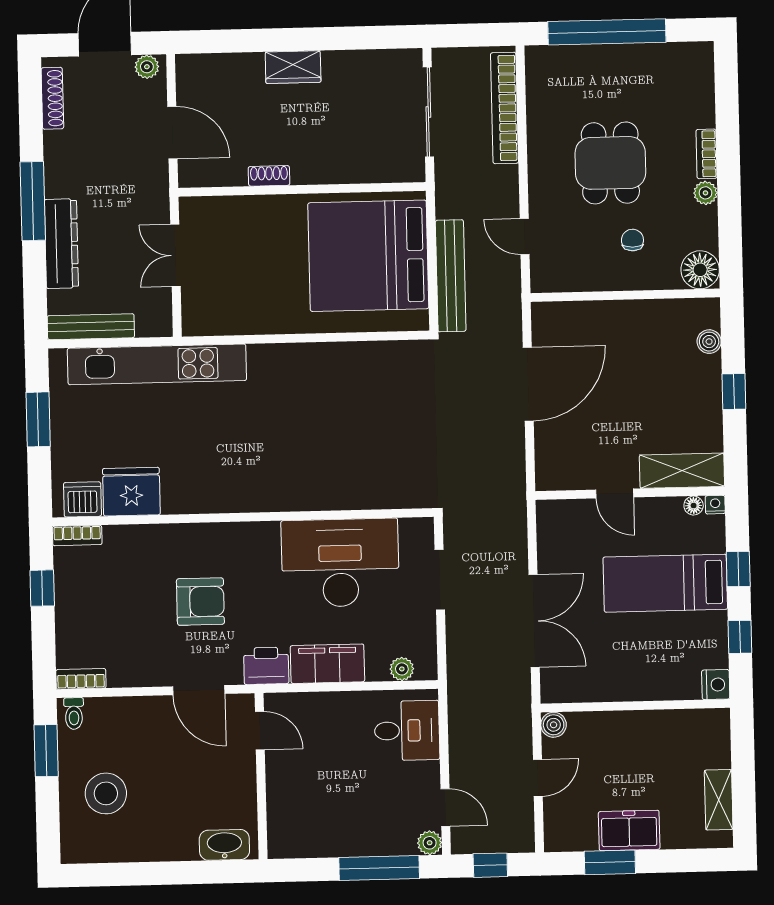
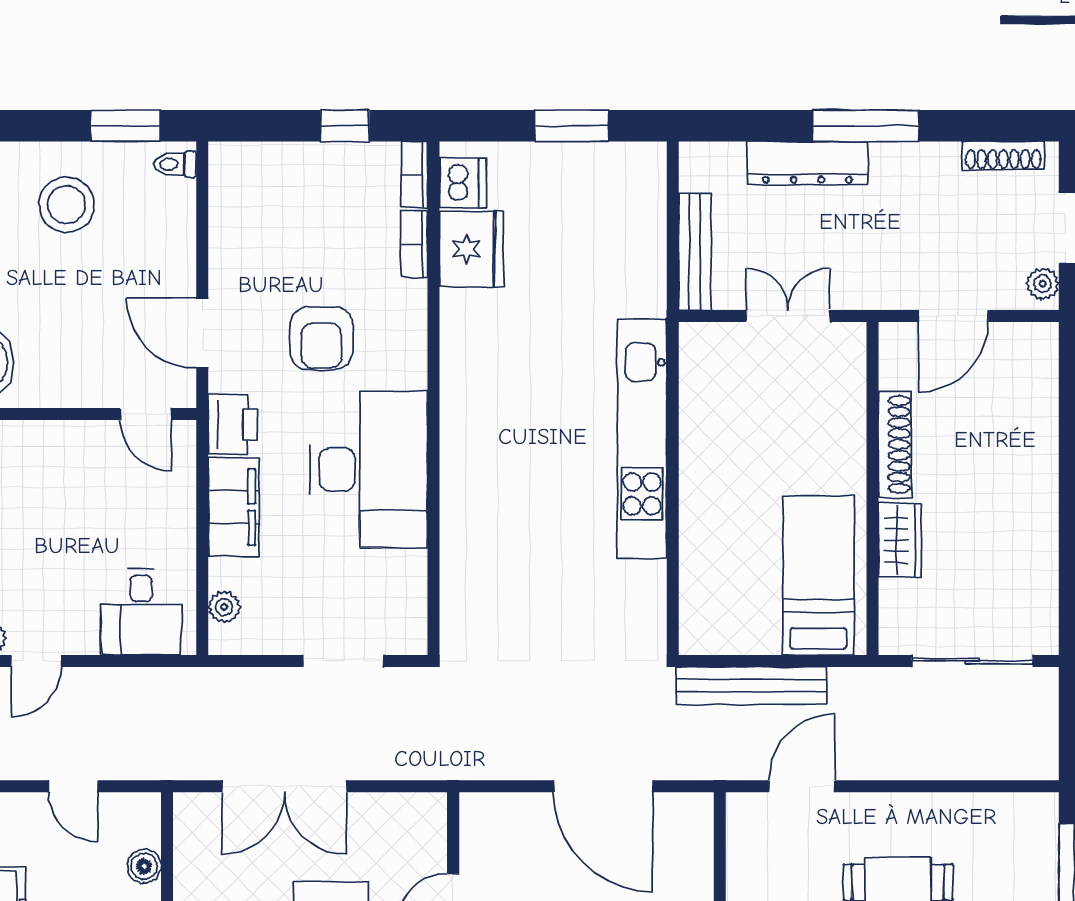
wardrobe: (293, 67) -> (900, 540), moved, turned 180
bookcase: (505, 108) -> (975, 763), removed
shoe rack: (269, 176) -> (895, 444), width x1.94, depth x1.24
door: (525, 236) -> (802, 786), width x1.38
bed: (368, 256) -> (819, 575), width x0.49
bench: (91, 327) -> (695, 252), moved
kitchen unit: (157, 364) -> (642, 439), moved
desk: (340, 563) -> (369, 469), moved
bookcase: (81, 679) -> (414, 244), moved, turned 180
door: (199, 690) -> (202, 333), hinge flipped
boiler: (554, 725) -> (144, 866), moved
door: (260, 731) -> (146, 414), hinge flipped

